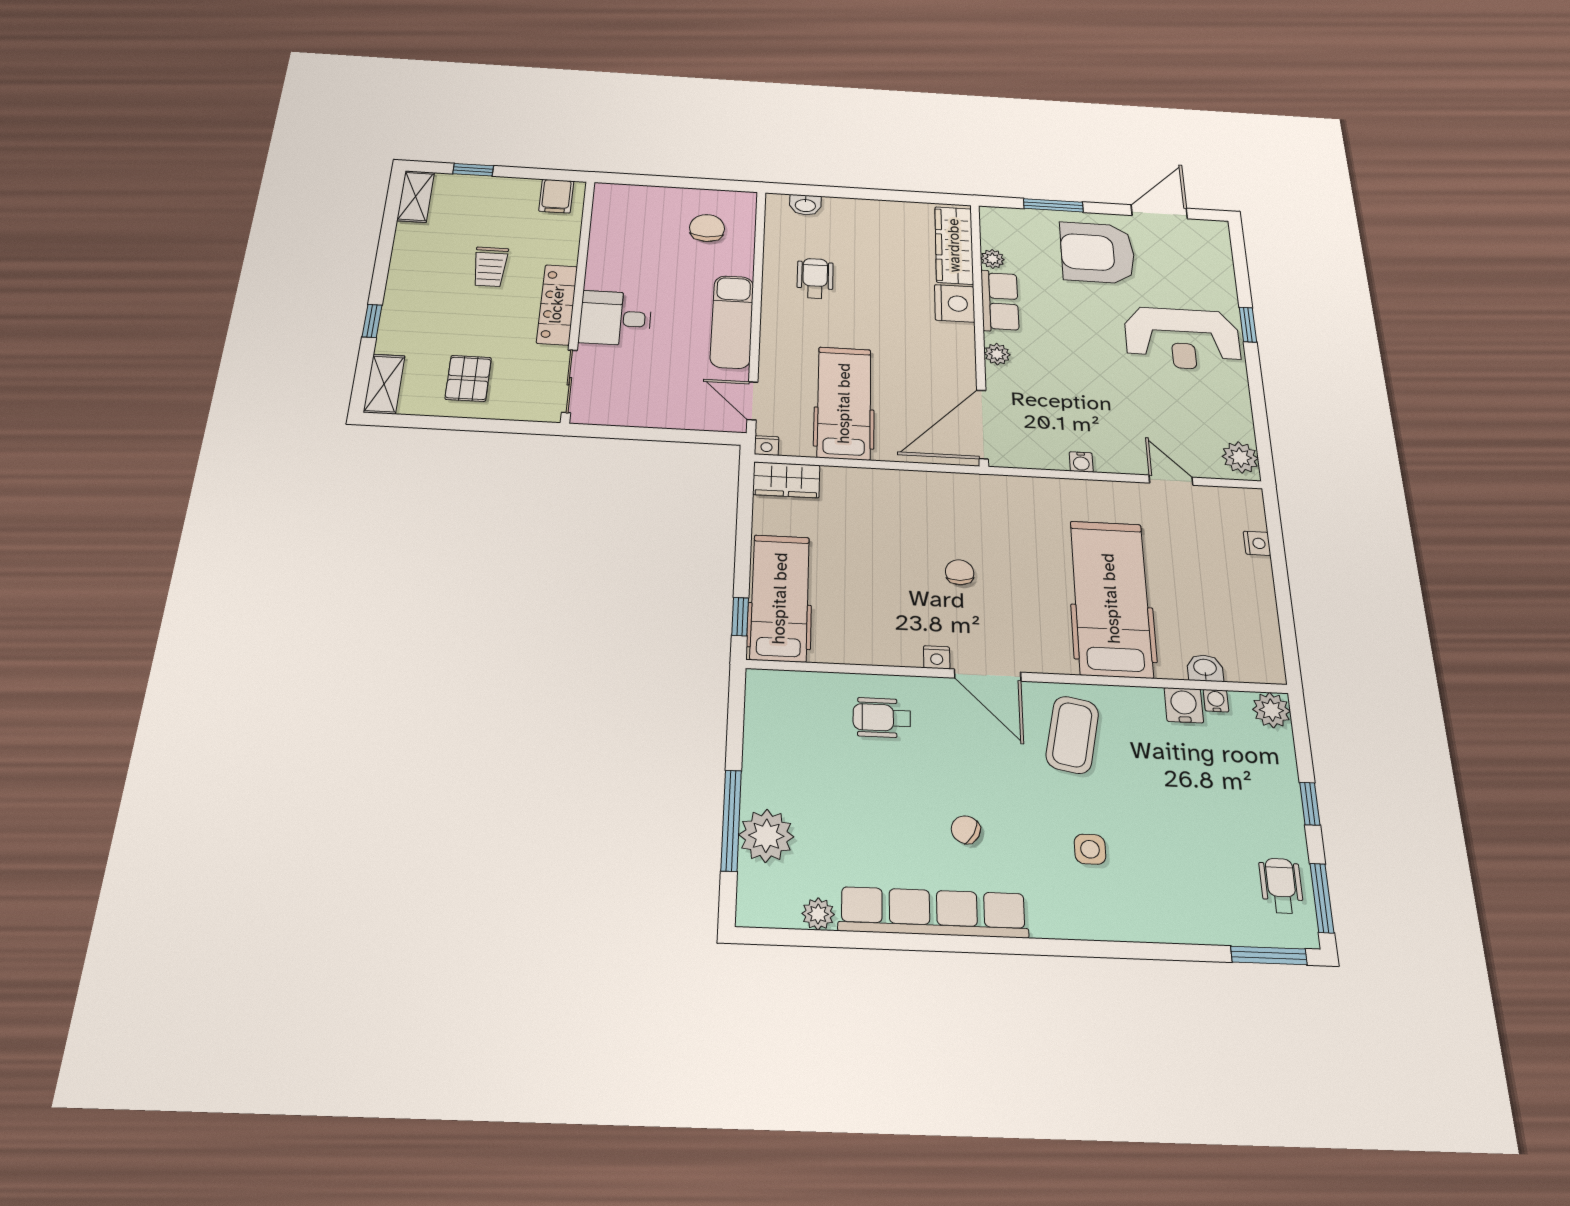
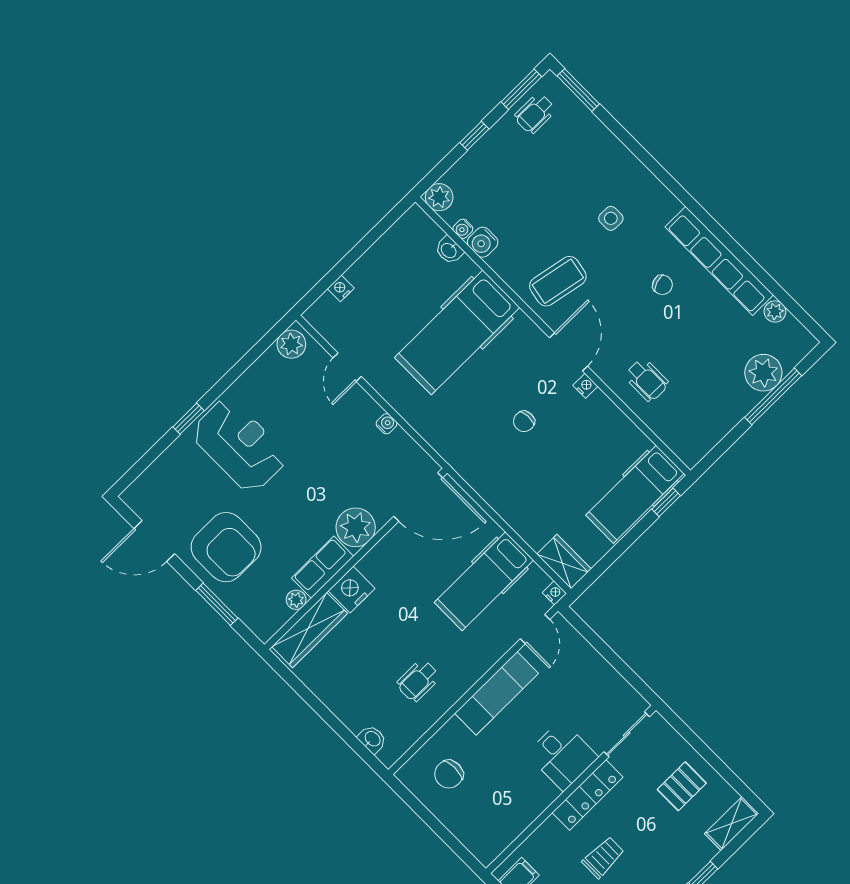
plant: (997, 354) -> (356, 527), width x1.87, depth x1.87
chair: (966, 830) -> (662, 285), turned -47

